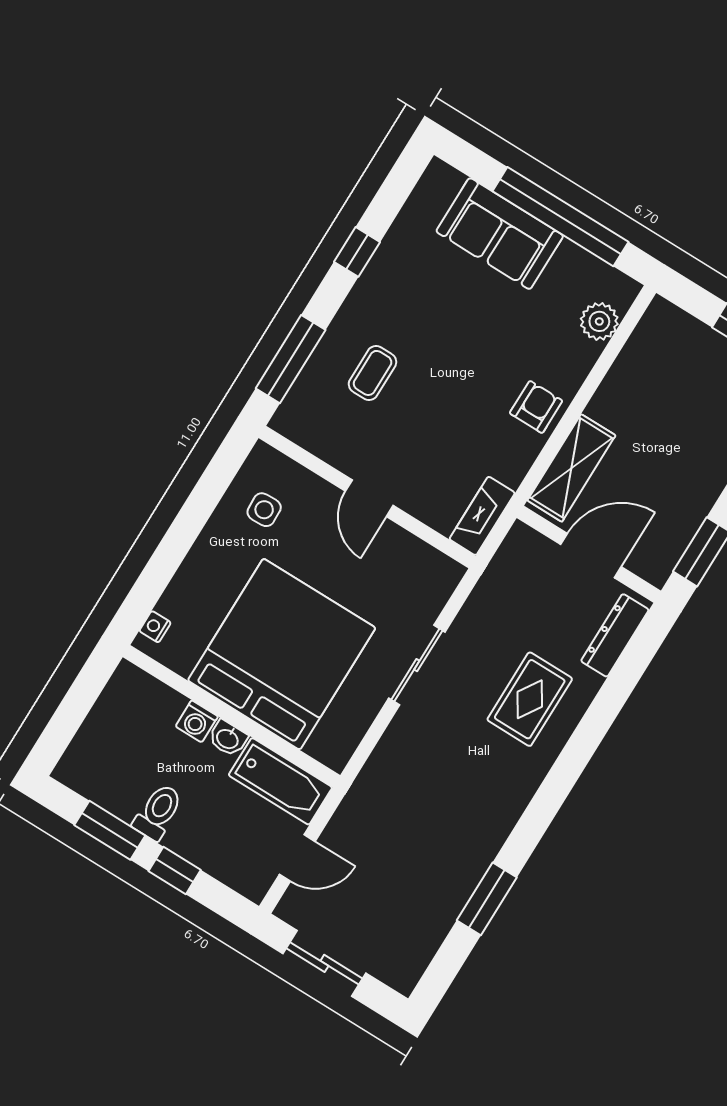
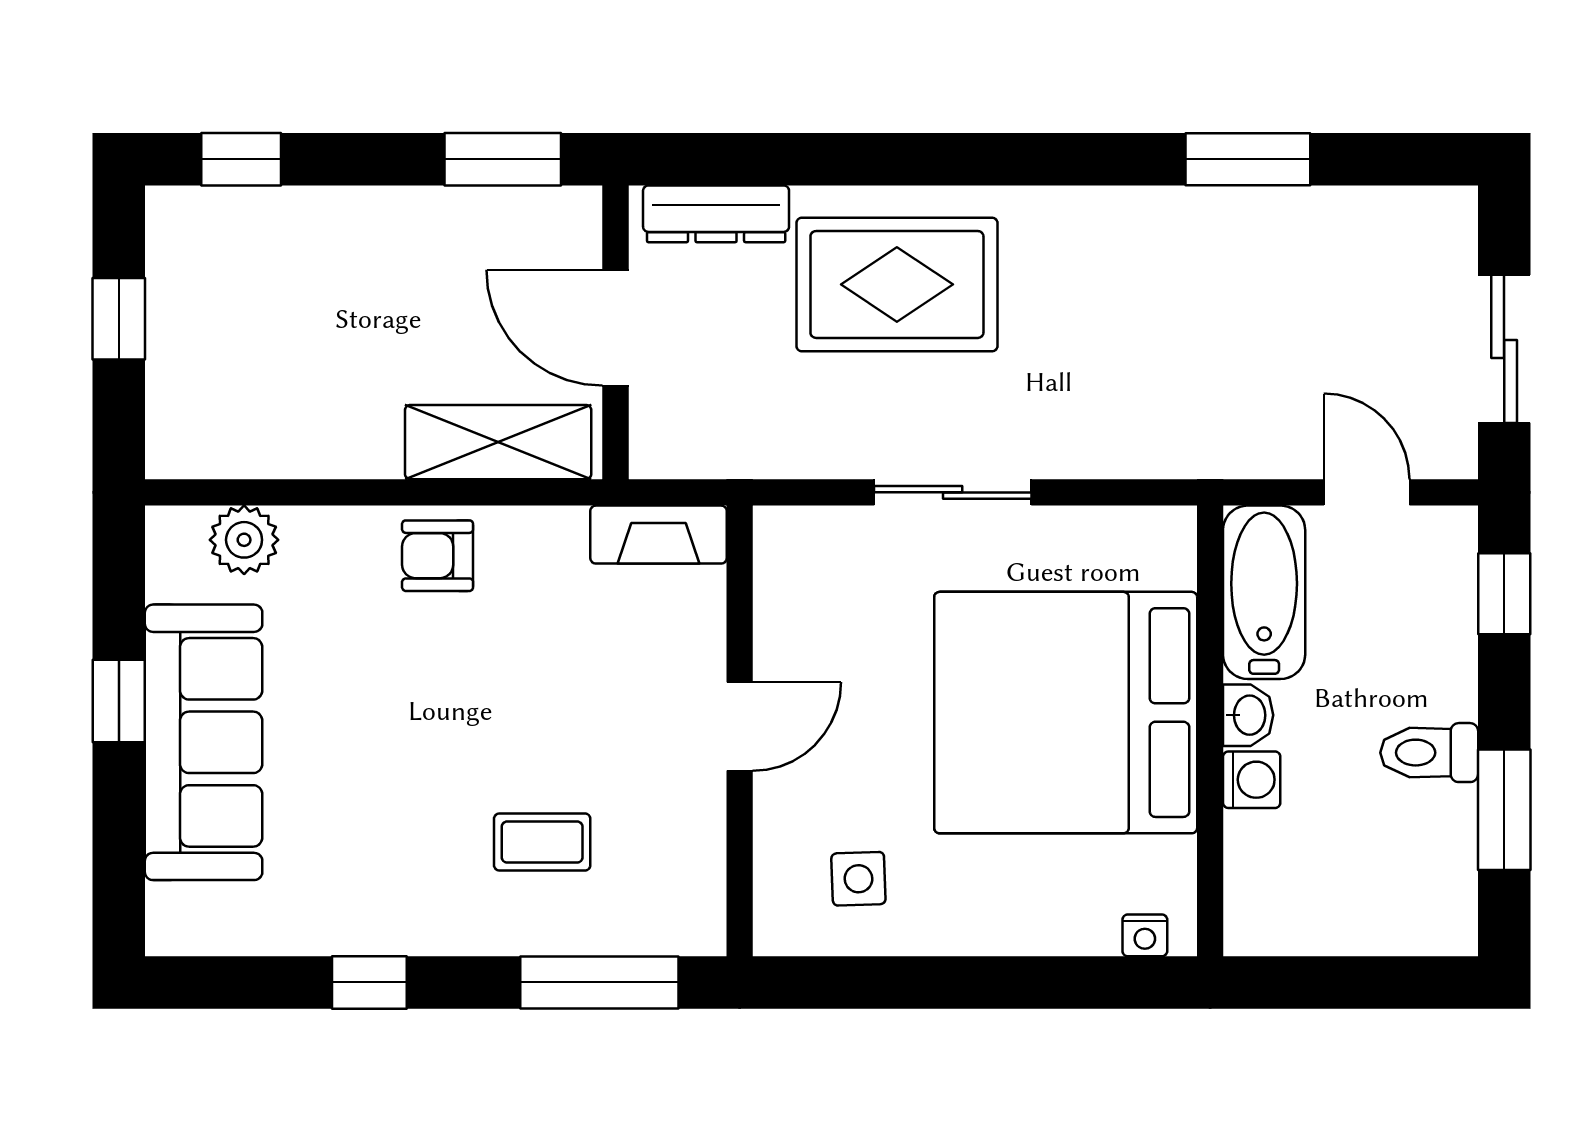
window: (560, 217) -> (119, 701), width x0.32
sofa: (500, 234) -> (204, 742), width x1.36
rug: (530, 699) -> (897, 284), width x1.36, depth x1.43
window: (175, 871) -> (1504, 594), moved

